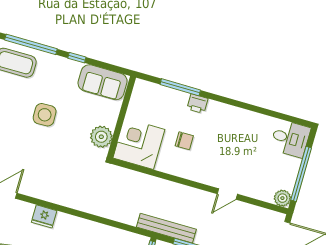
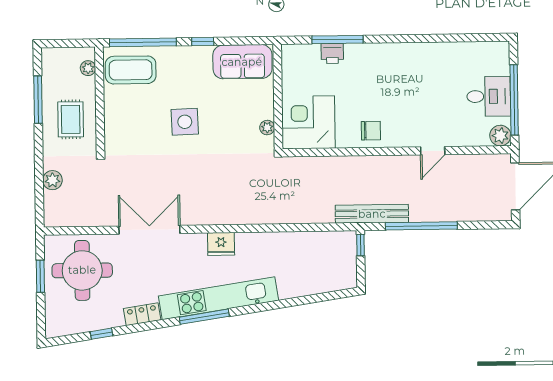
printer: (197, 104) -> (332, 53), moved
plant: (101, 137) -> (267, 128), width x0.53, depth x0.53
desk: (290, 139) -> (489, 96), moved
chair: (184, 141) -> (371, 131), moved

